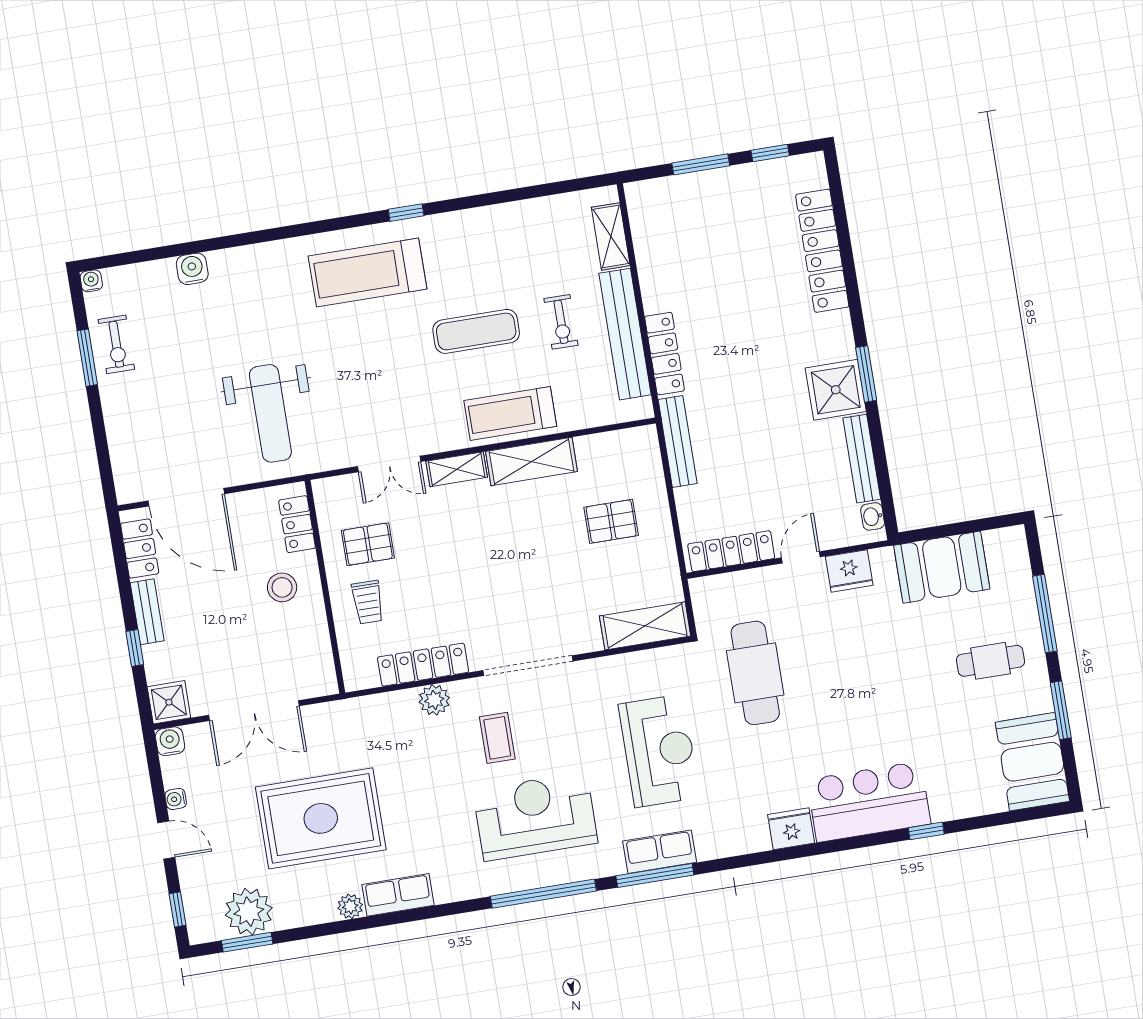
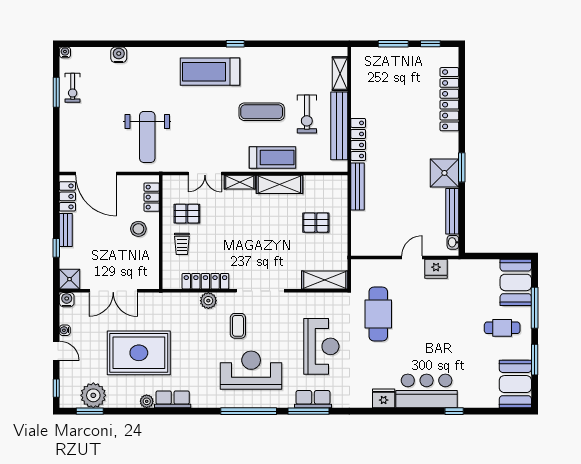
exercise bike: (561, 322) -> (307, 114), width x1.38, depth x1.39
treadmill: (510, 413) -> (272, 158), turned 180
locker: (731, 551) -> (376, 248), removed
booth: (942, 567) -> (516, 282), moved, turned 90

